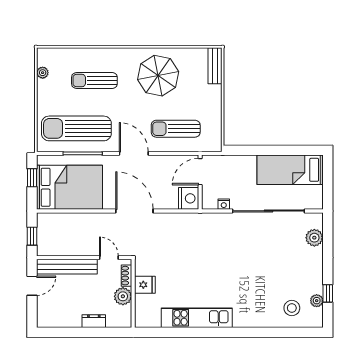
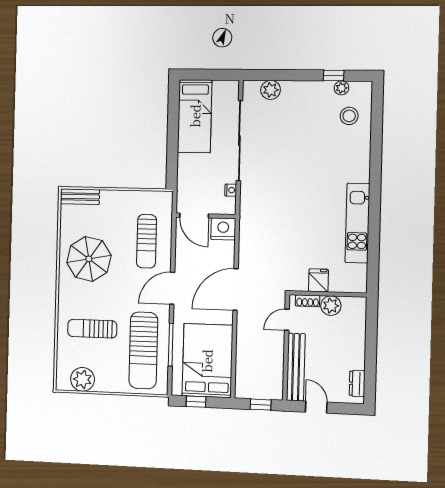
plant: (43, 73) -> (83, 379), width x1.87, depth x1.87
sun lounger: (94, 80) -> (92, 329), turned 90
dresser: (94, 321) -> (357, 383), moved

